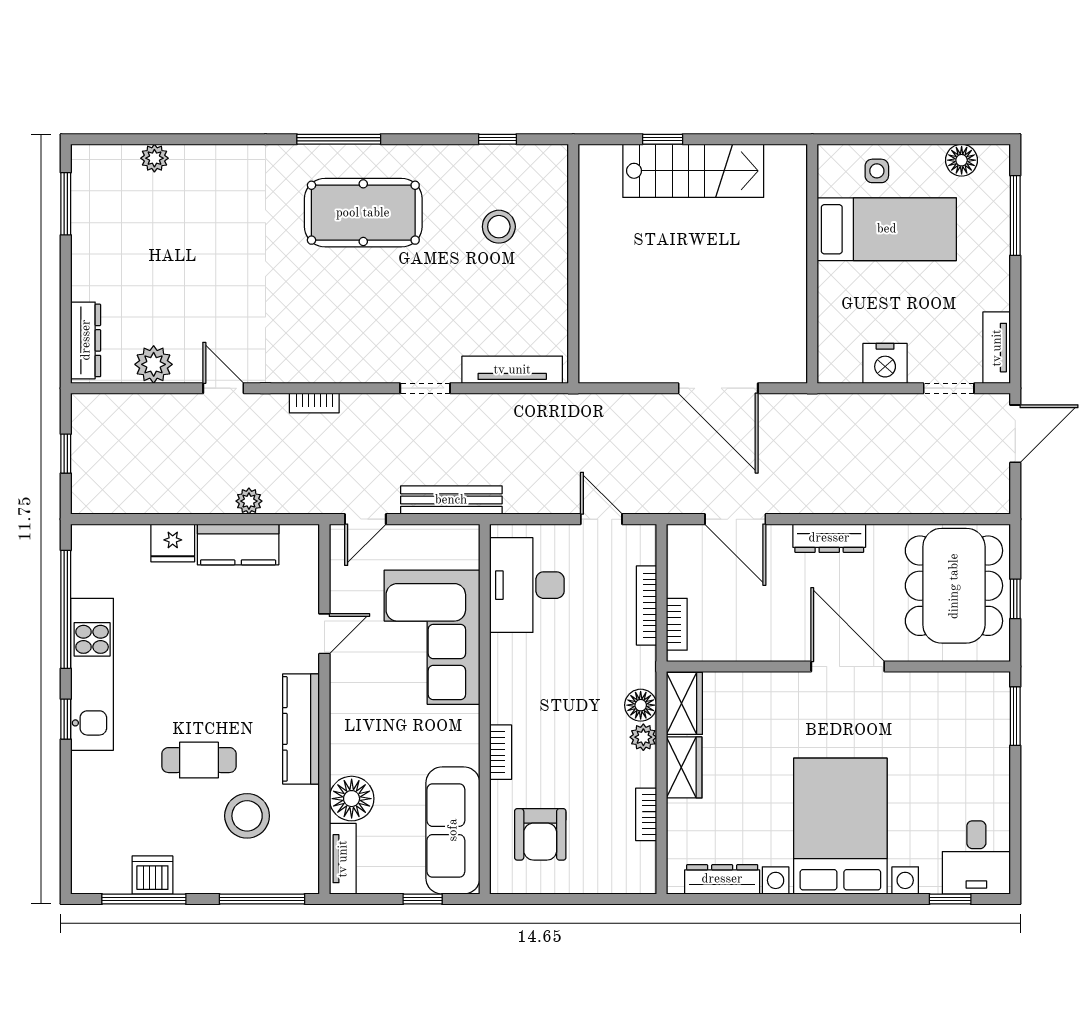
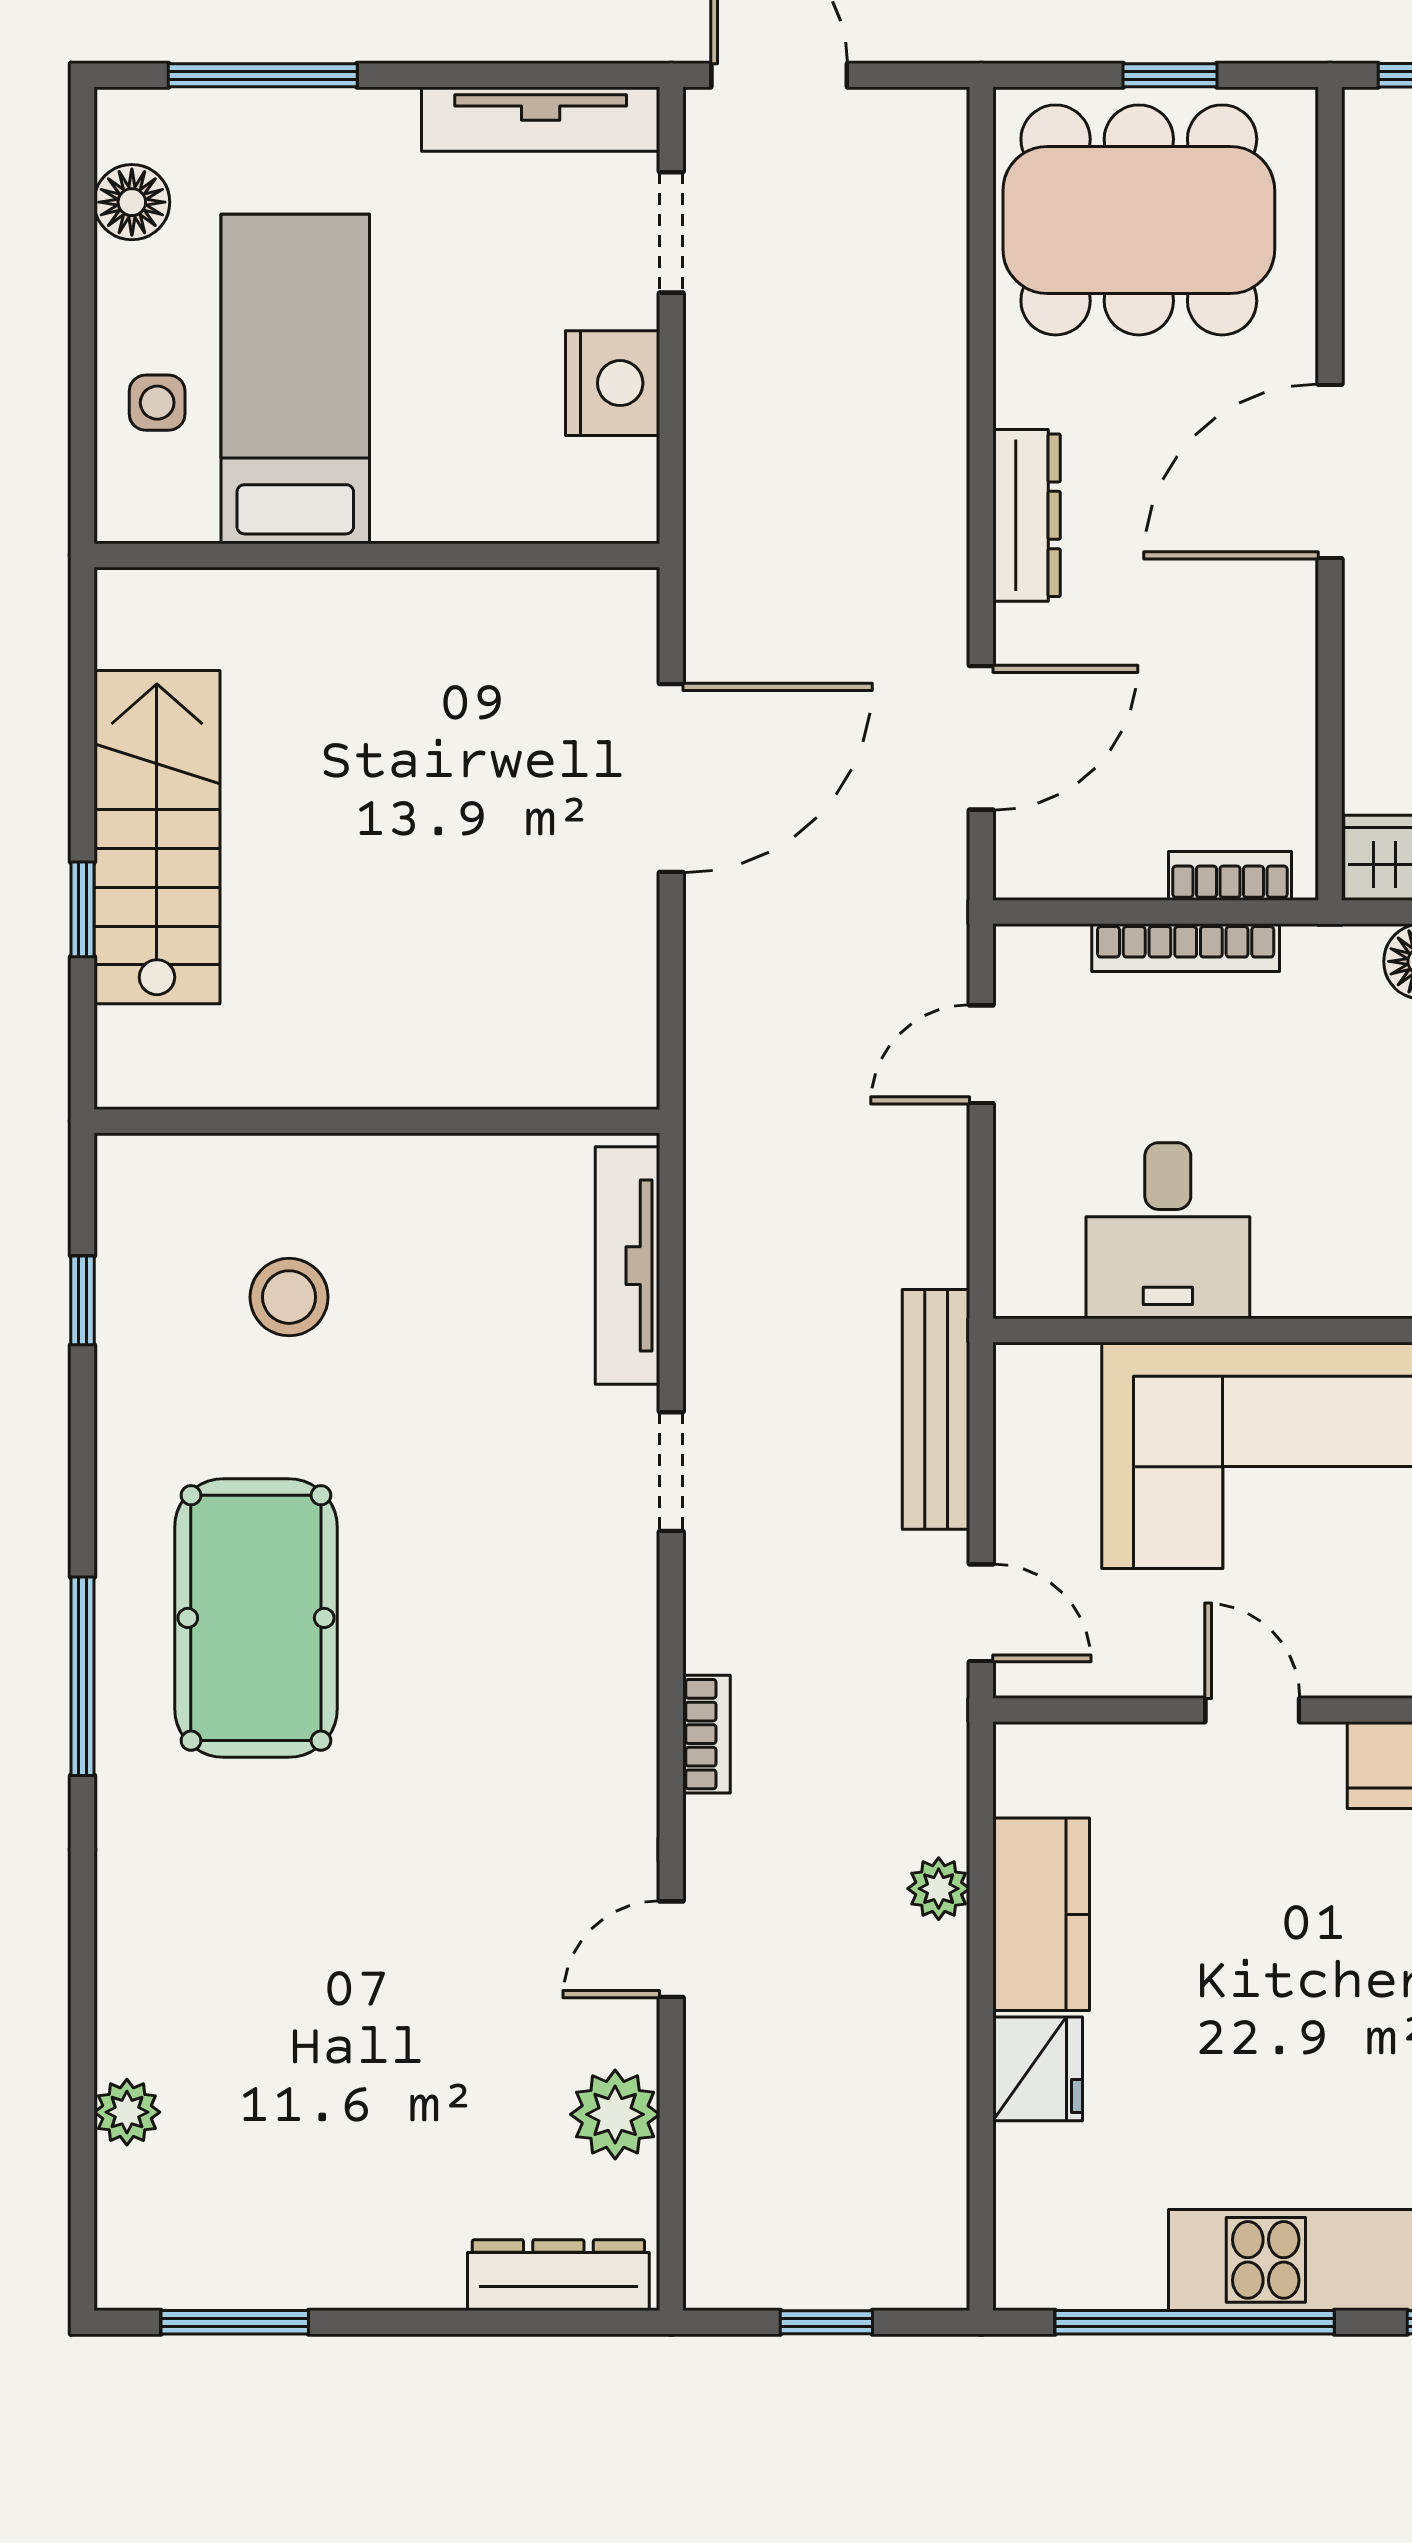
tv unit: (997, 348) -> (541, 119), width x1.41
desk: (527, 585) -> (1168, 1231), width x0.73

